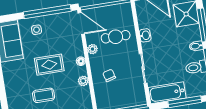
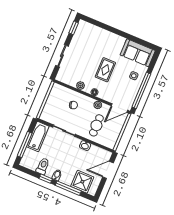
coffee table: (44, 95) -> (87, 53), removed

